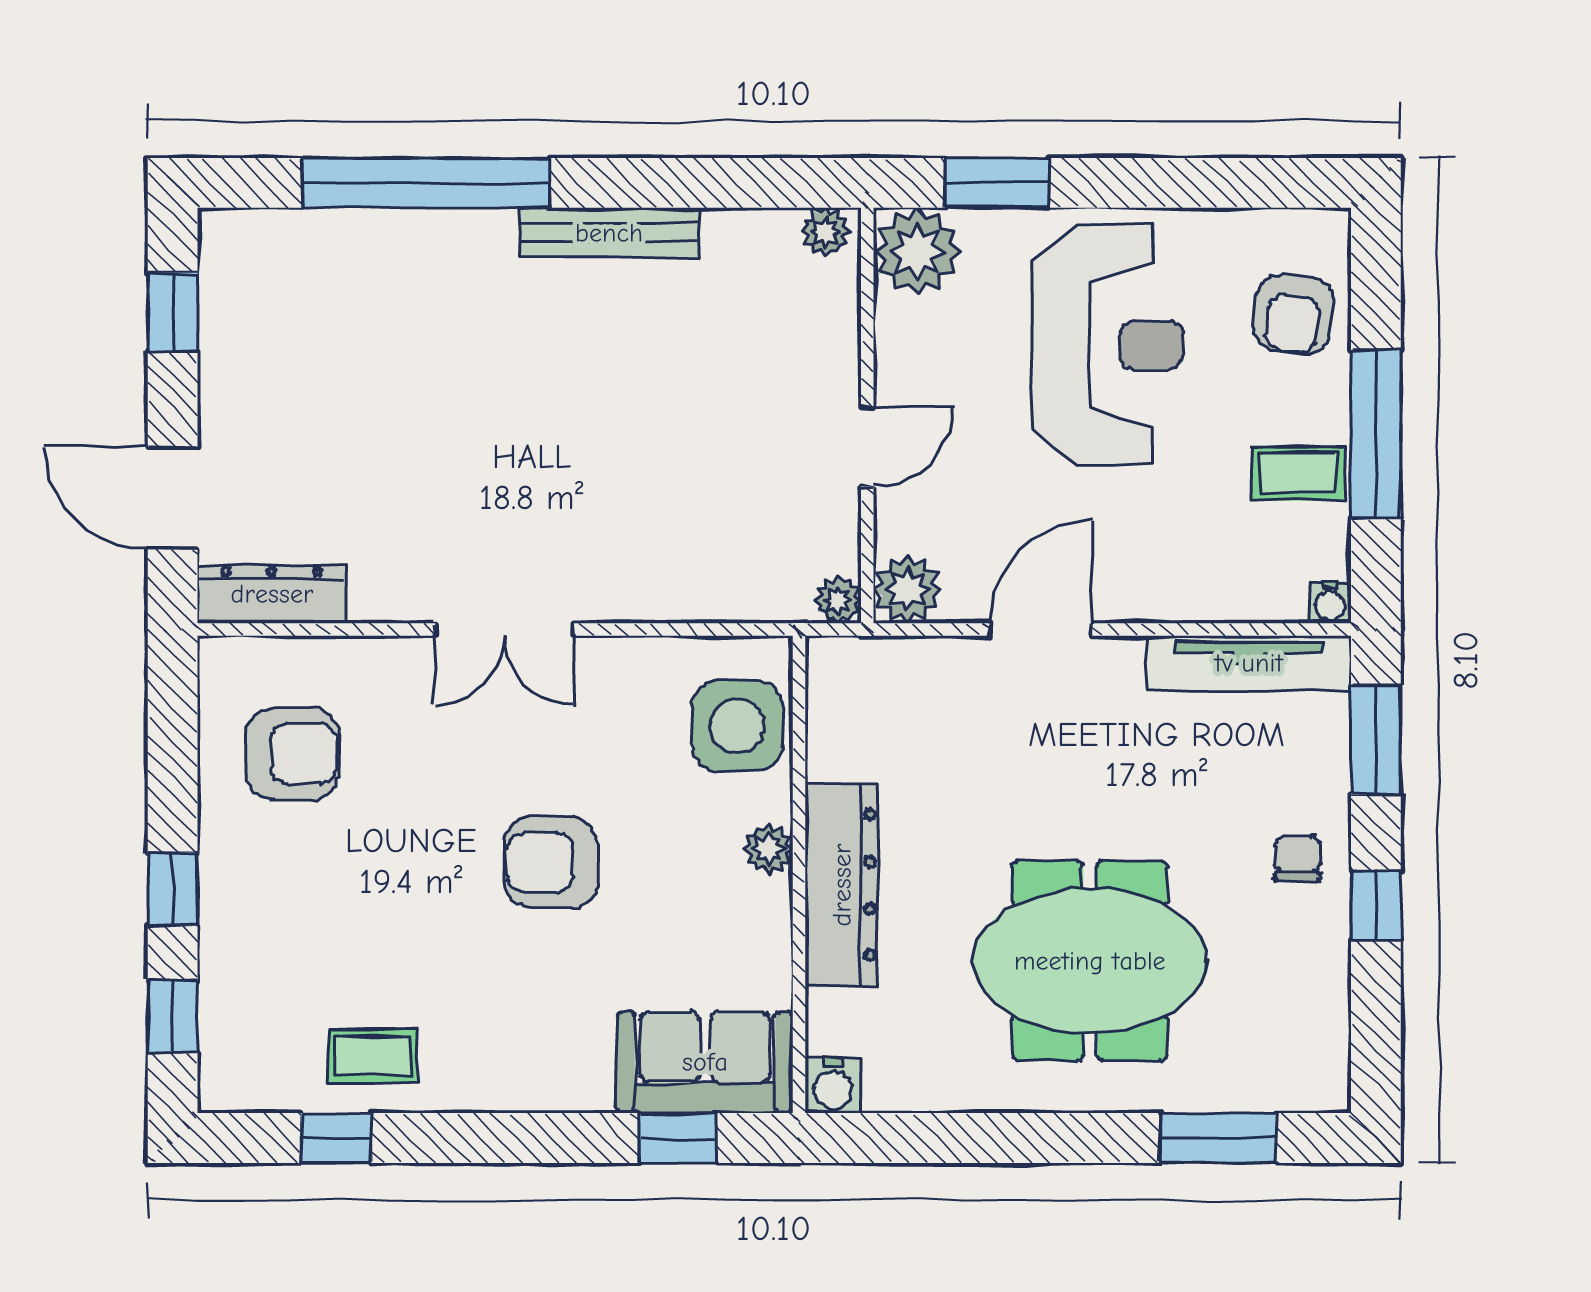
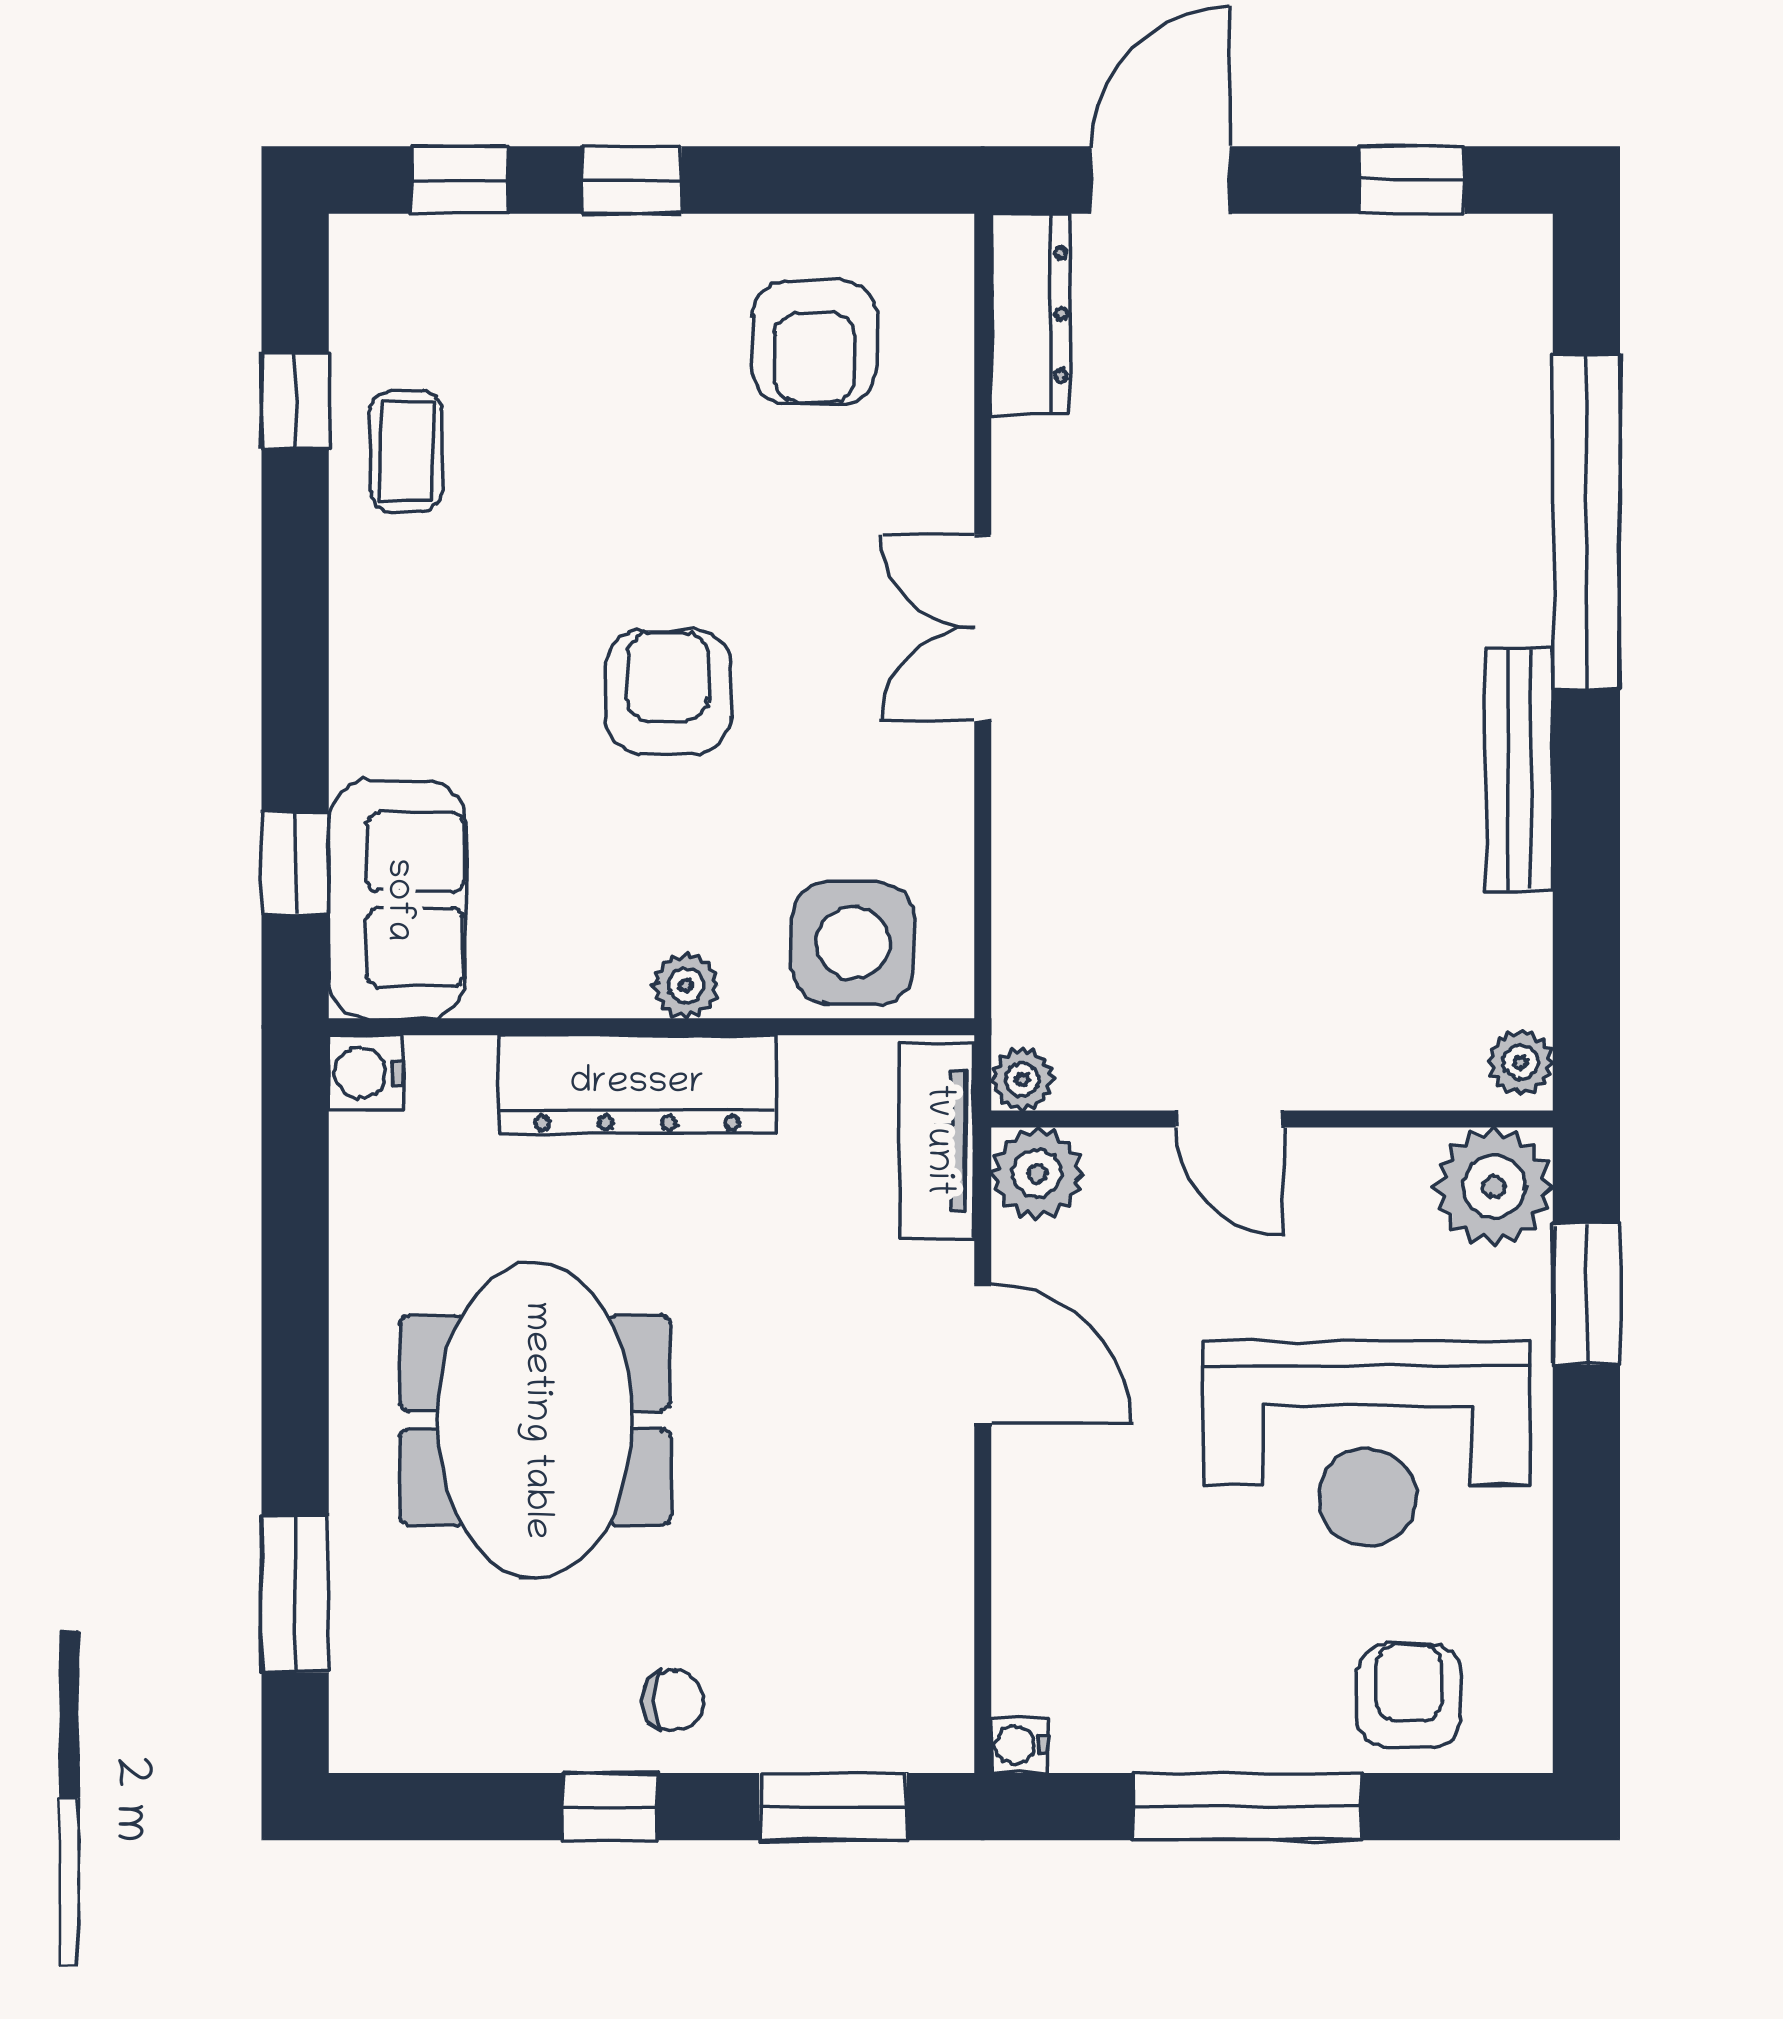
armchair: (1294, 314) -> (1409, 1695), turned 84
coffee table: (1298, 473) -> (1194, 1702), removed
tv unit: (1249, 663) -> (937, 1140), moved, width x0.71

